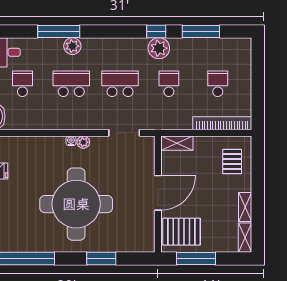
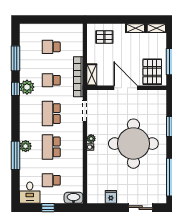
bookcase: (222, 123) -> (78, 77), moved

